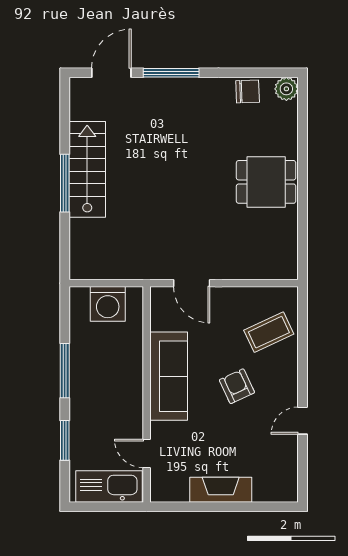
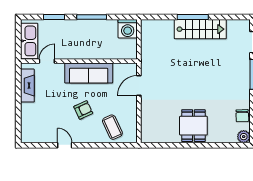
washing machine: (108, 304) -> (128, 29), moved, turned -90
fireplace: (221, 490) -> (27, 86), moved

